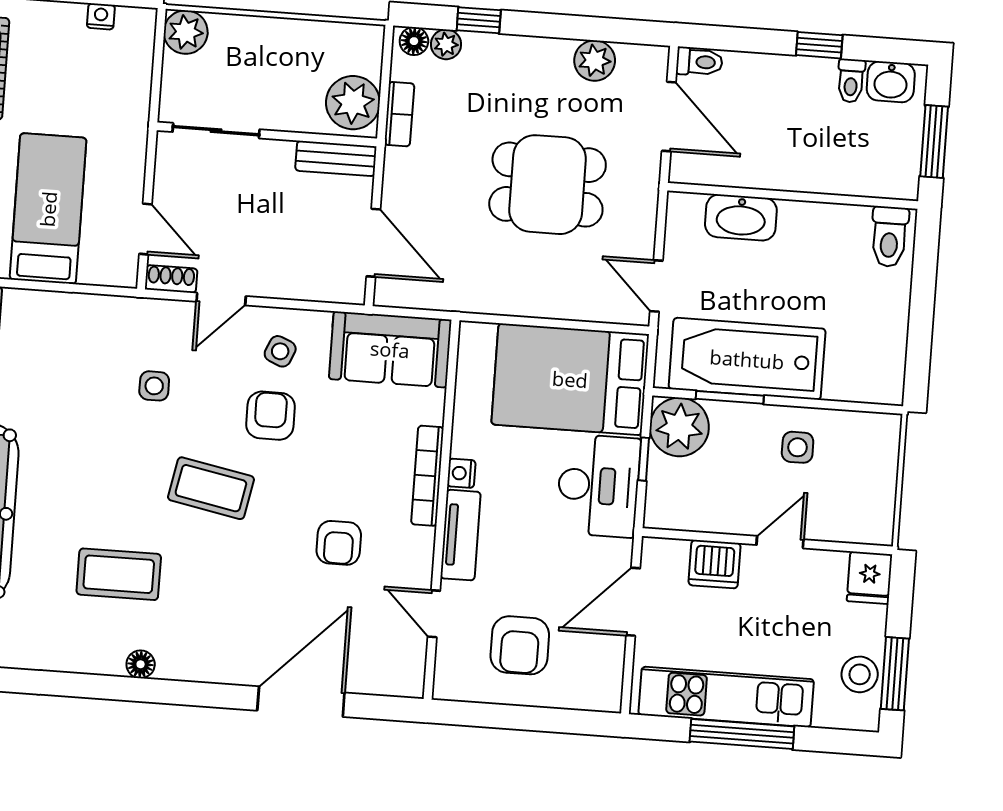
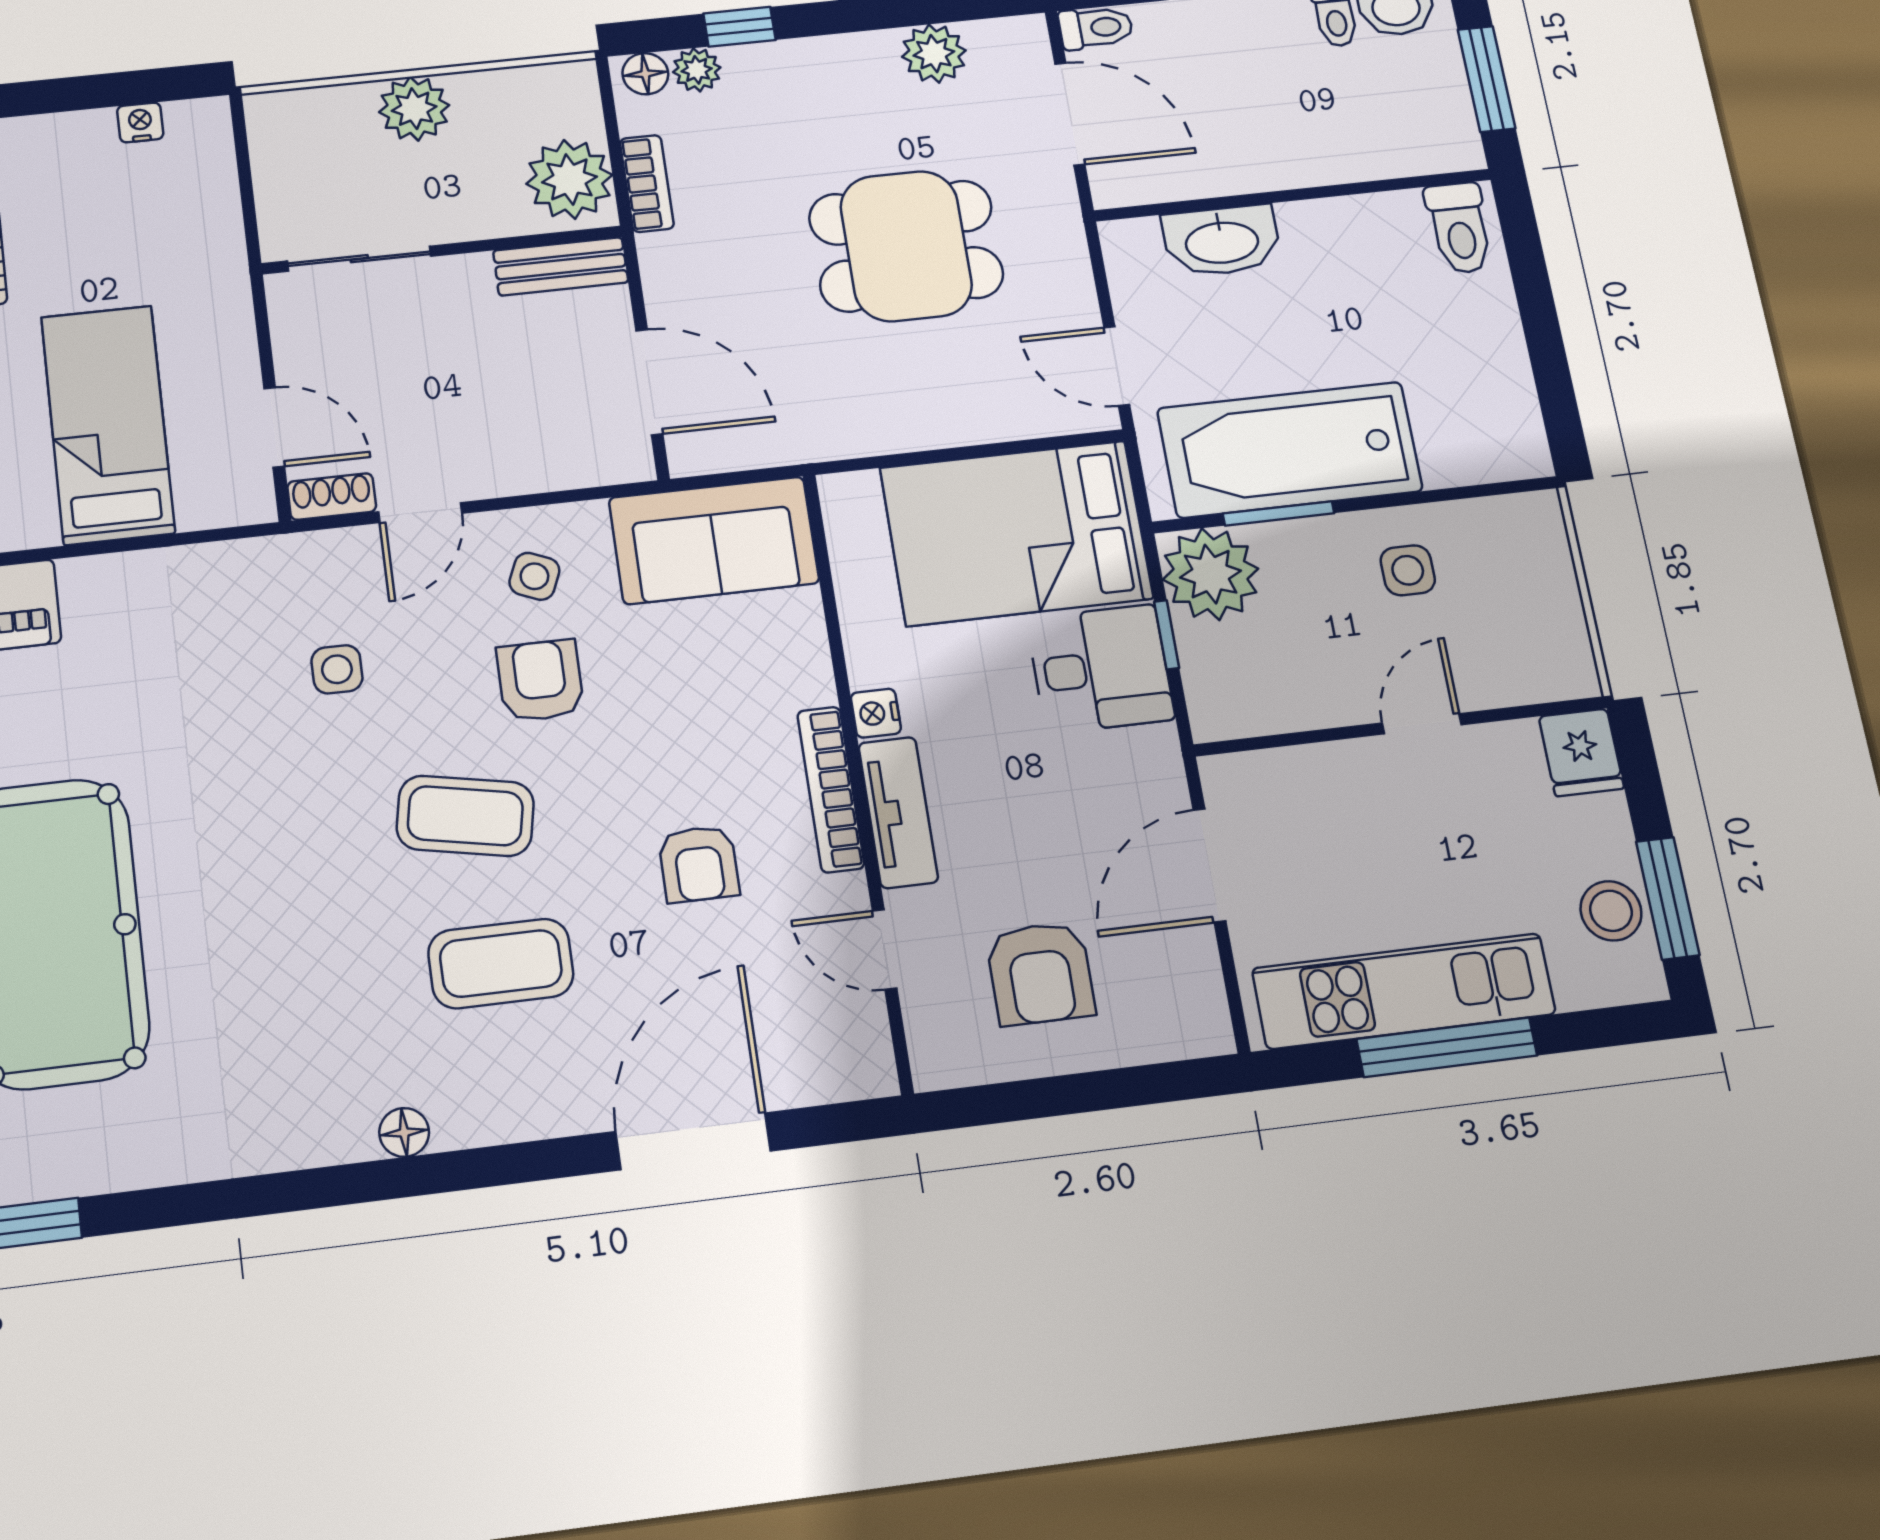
plant: (186, 32) -> (414, 109), moved
bookcase: (427, 476) -> (831, 789), moved
desk: (598, 486) -> (1100, 669), width x0.73
dishwasher: (715, 564) -> (1326, 779), removed
coffee table: (119, 574) -> (501, 964), moved

